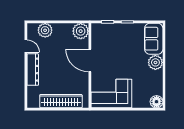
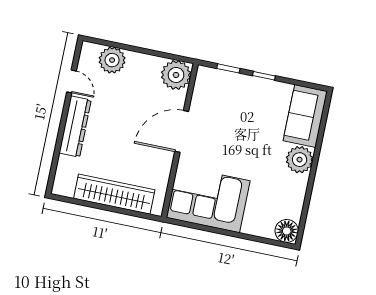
door: (90, 60) -> (182, 131), hinge flipped

